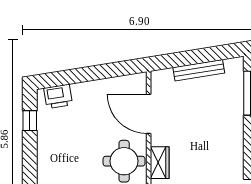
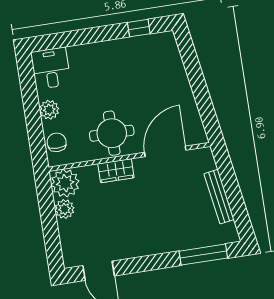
printer: (58, 96) -> (169, 54), removed

